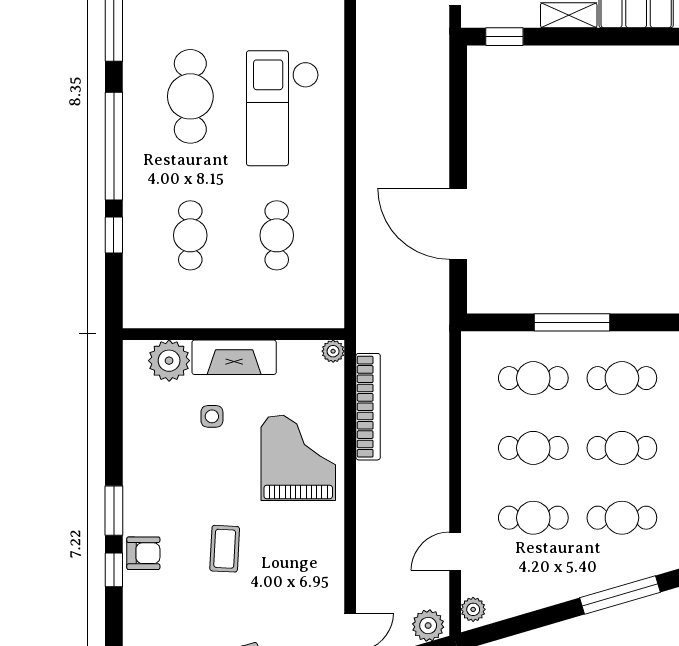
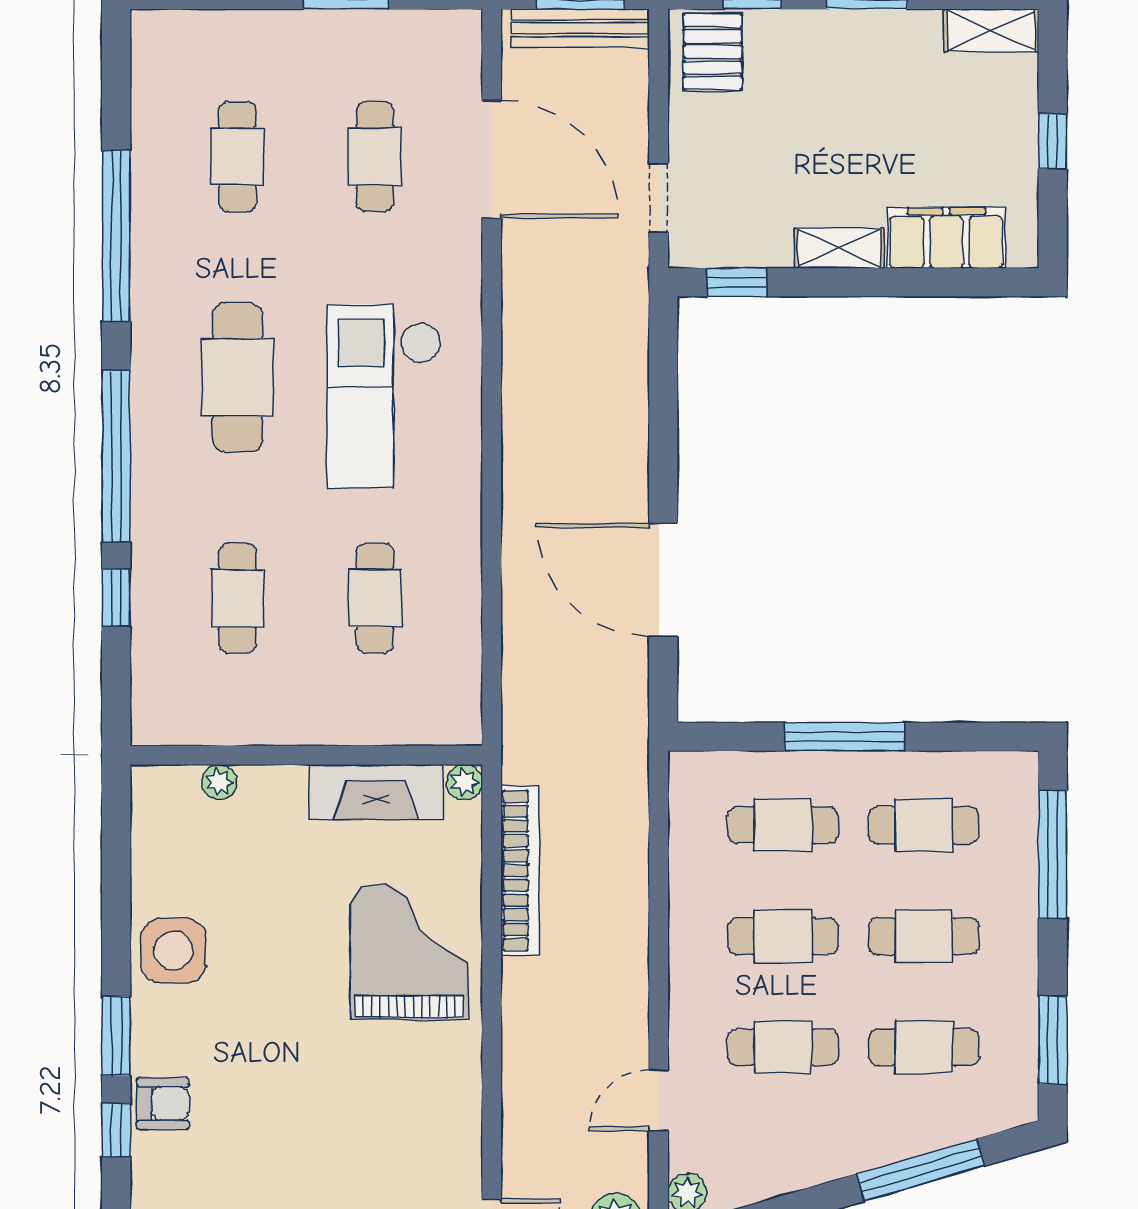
fireplace: (234, 357) -> (376, 792), moved
plant: (169, 361) -> (219, 782), width x0.53, depth x0.53
side table: (212, 416) -> (173, 951), moved, width x1.87, depth x1.87
coffee table: (225, 549) -> (292, 1096), removed

